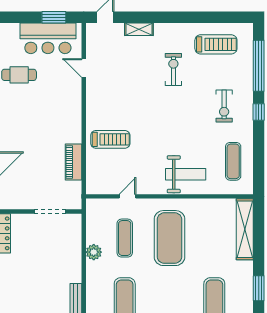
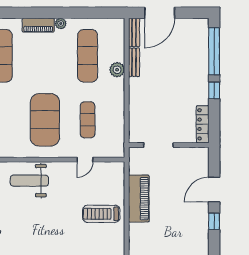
piano: (74, 162) -> (139, 199), width x1.37, depth x1.33
plant: (94, 252) -> (117, 70), moved

